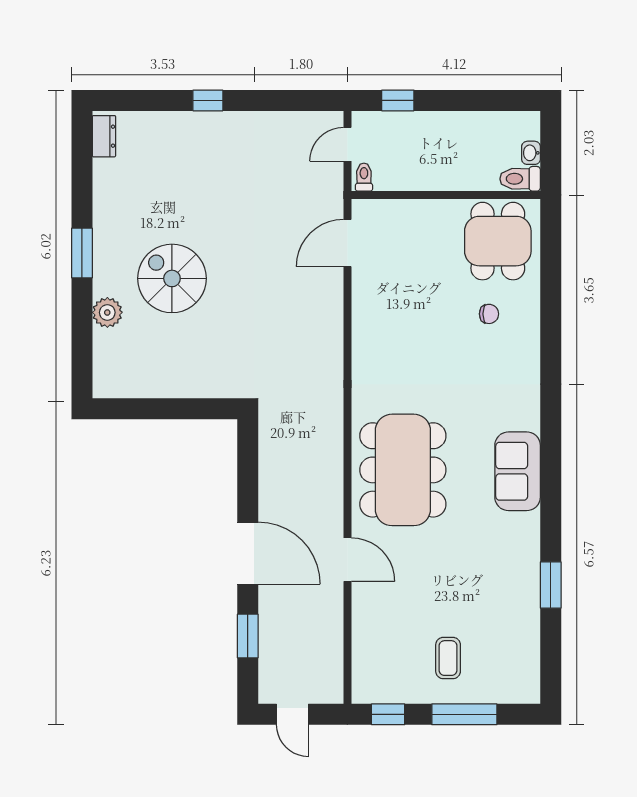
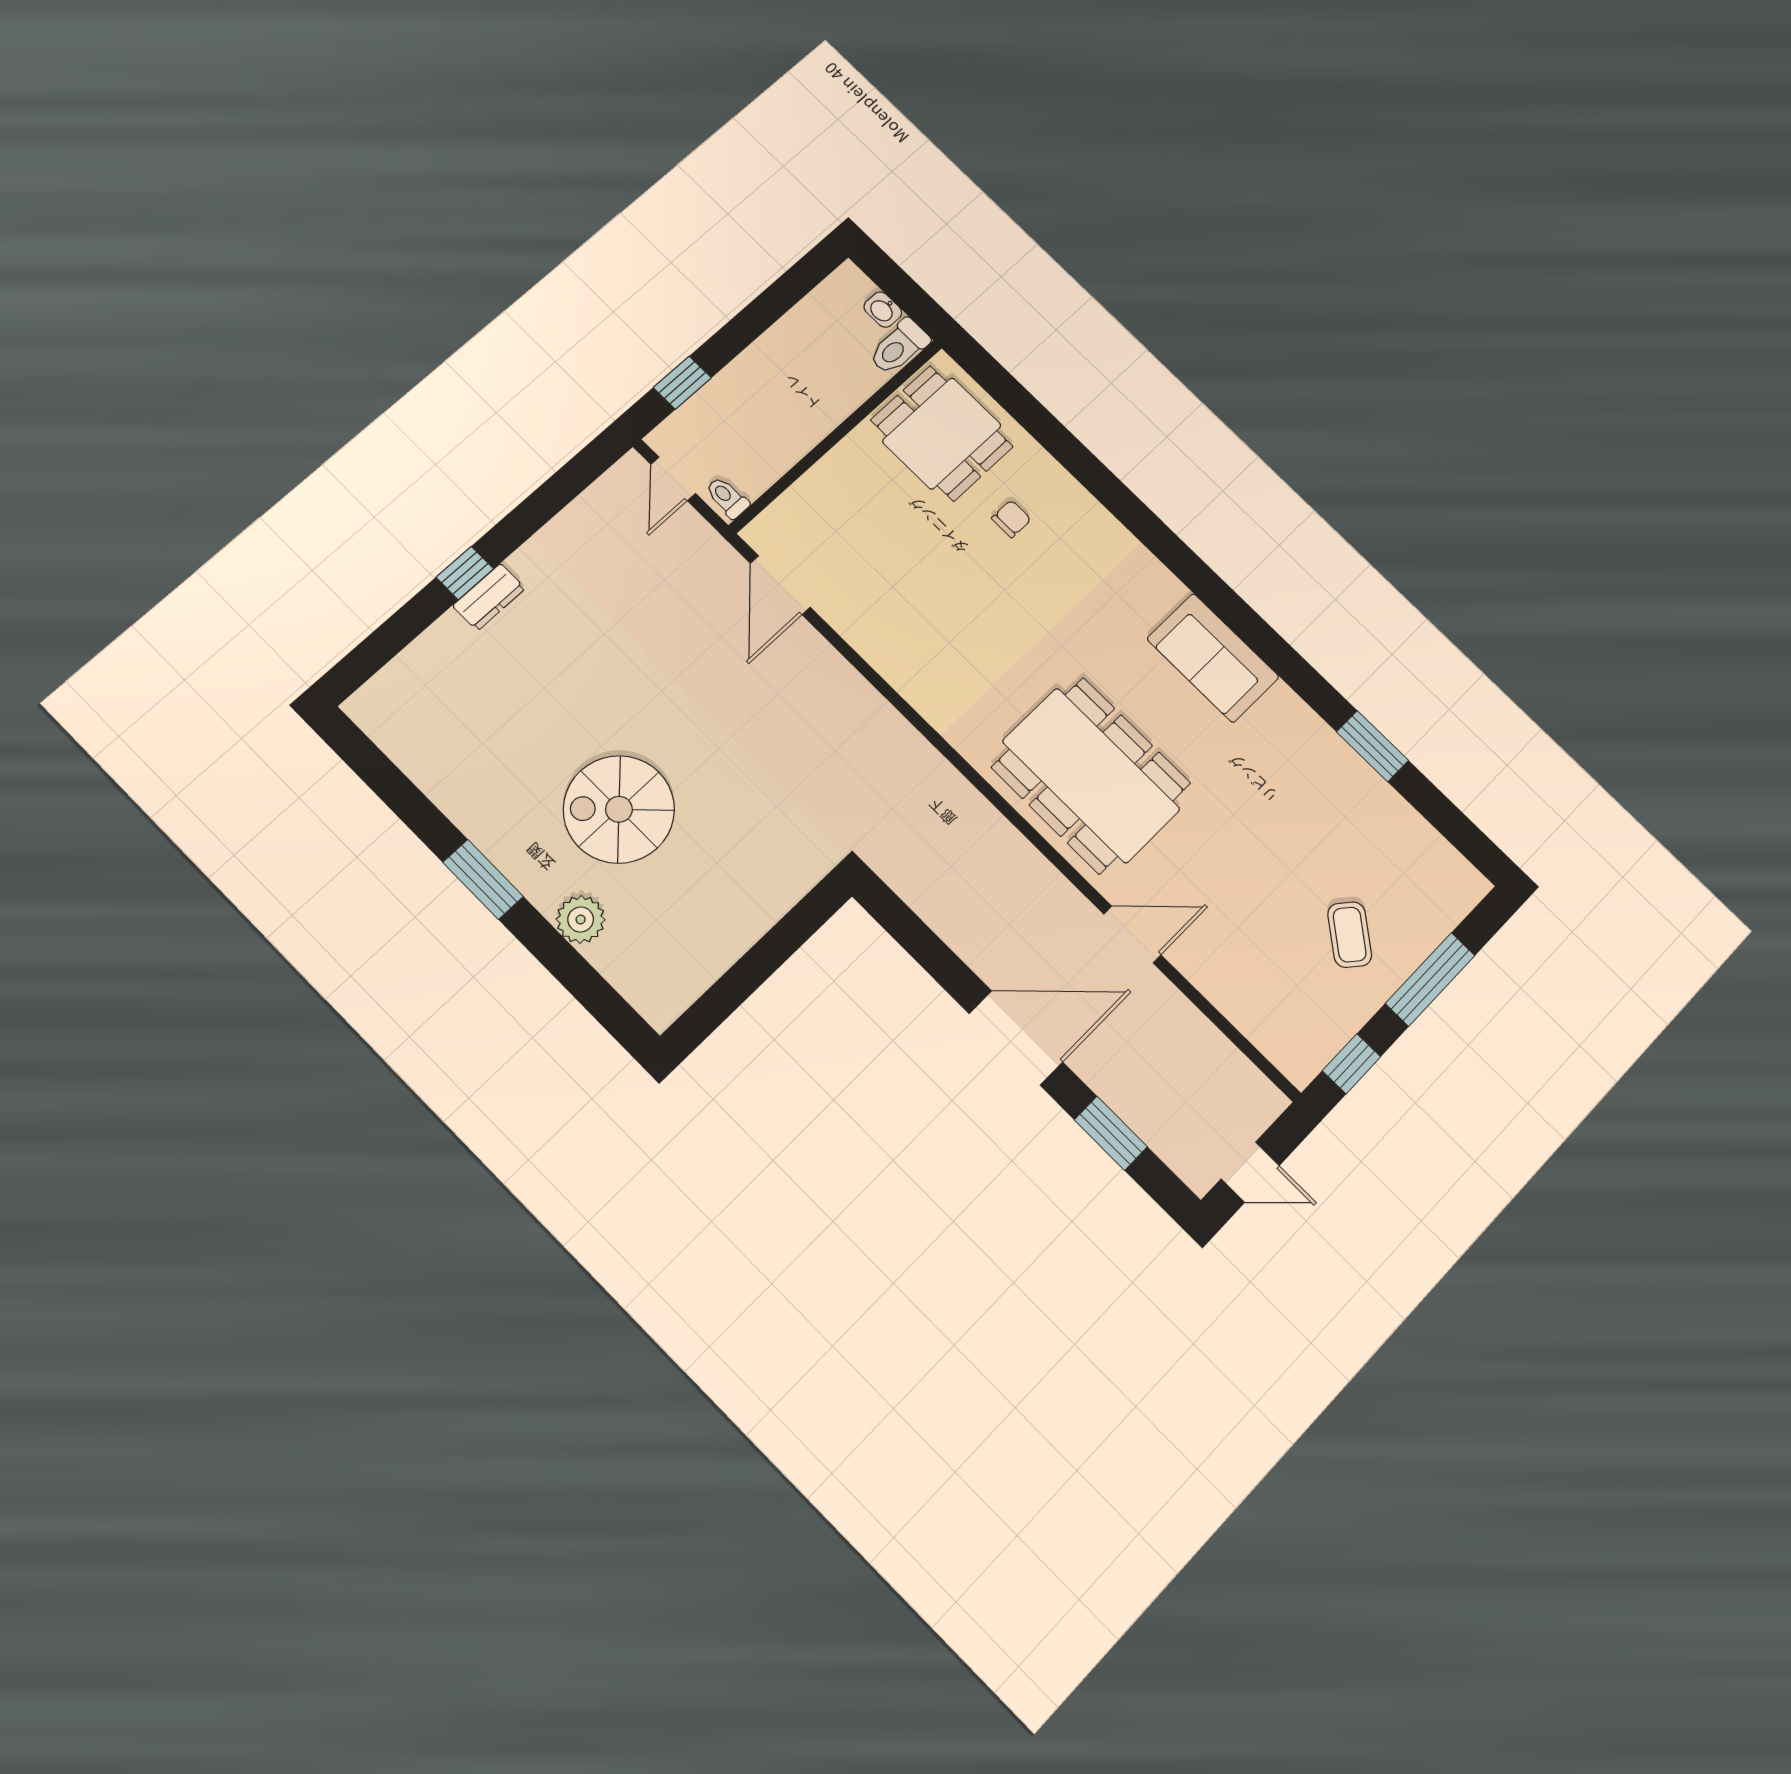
dresser: (104, 136) -> (489, 597), moved, turned 90
coffee table: (448, 658) -> (1350, 935), turned 39

